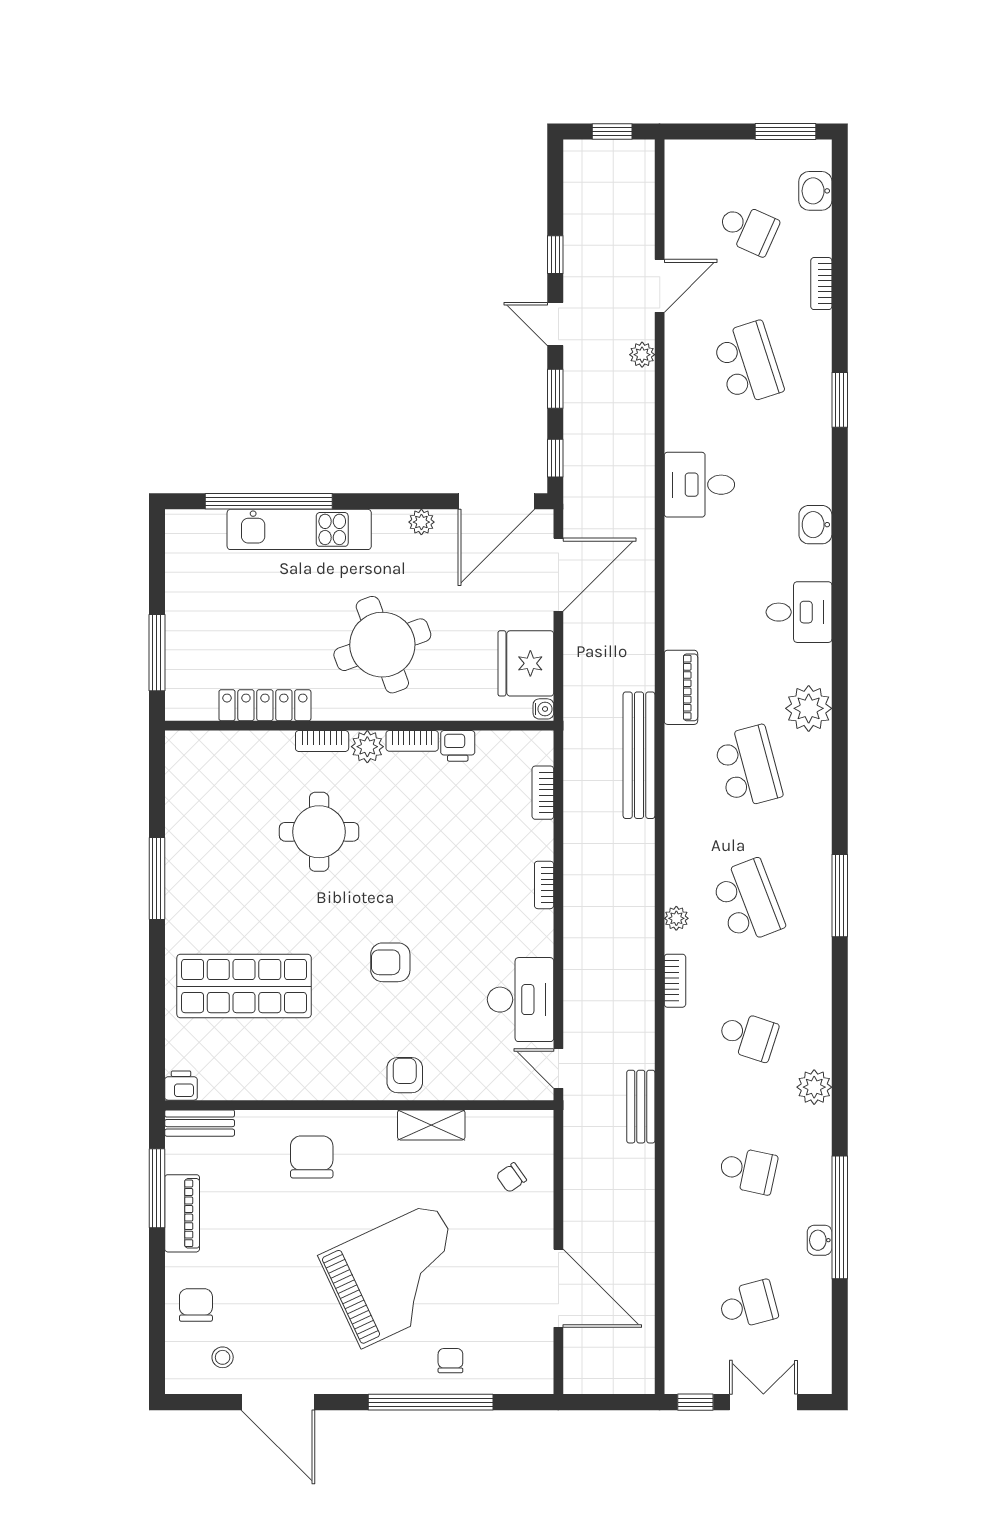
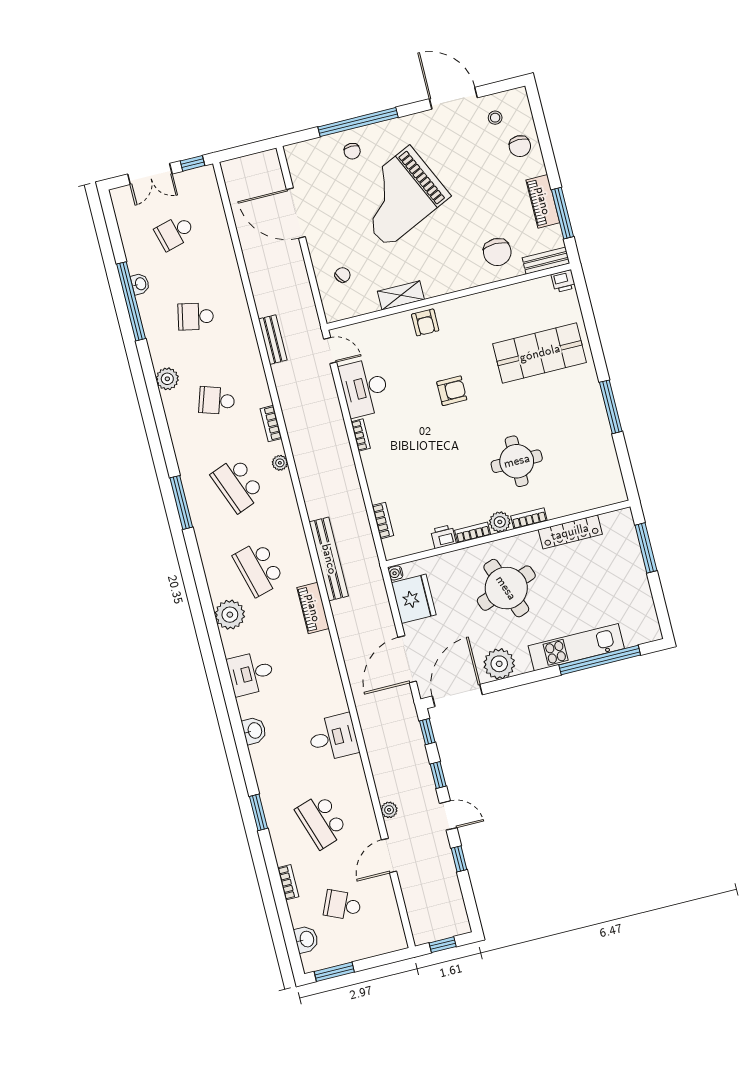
plant: (421, 522) -> (499, 664), width x1.87, depth x1.87
bookcase: (544, 885) -> (361, 435), moved
chair: (312, 1157) -> (497, 252), moved

